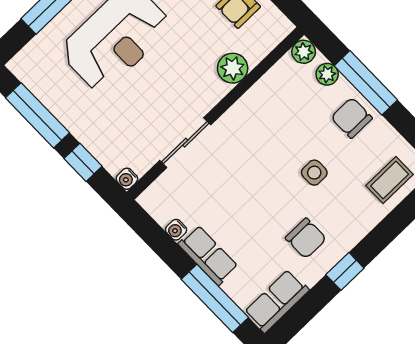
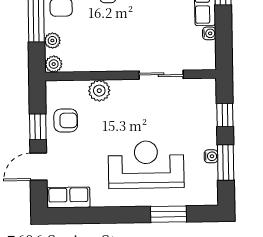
window: (37, 115) -> (226, 162), width x0.69
water cooler: (127, 179) -> (211, 156), moved

